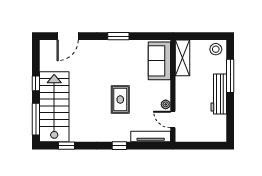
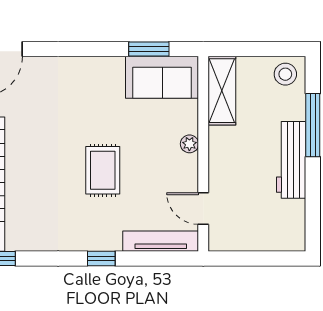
window: (118, 36) -> (149, 49), moved
sofa: (159, 61) -> (162, 77), moved, turned -90
plant: (166, 104) -> (189, 144), moved

